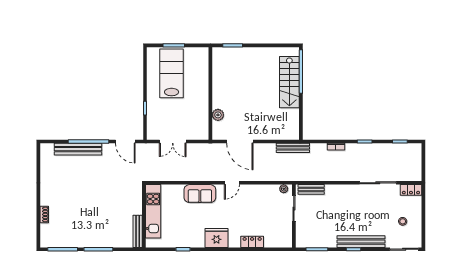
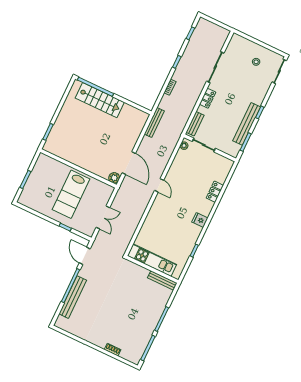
lab bench: (172, 73) -> (71, 194), moved, turned -90
plant: (218, 115) -> (114, 178), moved
door: (125, 142) -> (85, 256), swing flipped
door: (240, 142) -> (129, 163), hinge flipped
locker: (411, 190) -> (208, 98), moved
sofa: (200, 194) -> (156, 215), removed
fridge: (216, 238) -> (200, 220), width x0.53, depth x0.75
bench: (361, 242) -> (247, 124), moved

